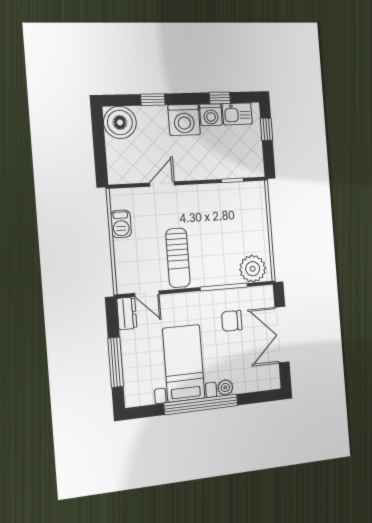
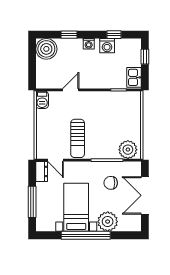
kitchen sink: (237, 114) -> (134, 77), moved, turned 90
washing machine: (184, 120) -> (89, 44), width x0.53, depth x0.53
barbecue: (121, 224) -> (42, 100), moved
plant: (225, 387) -> (108, 222), width x1.88, depth x1.88

